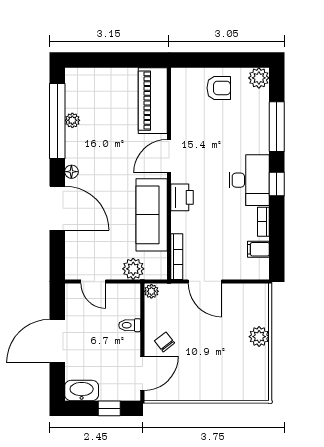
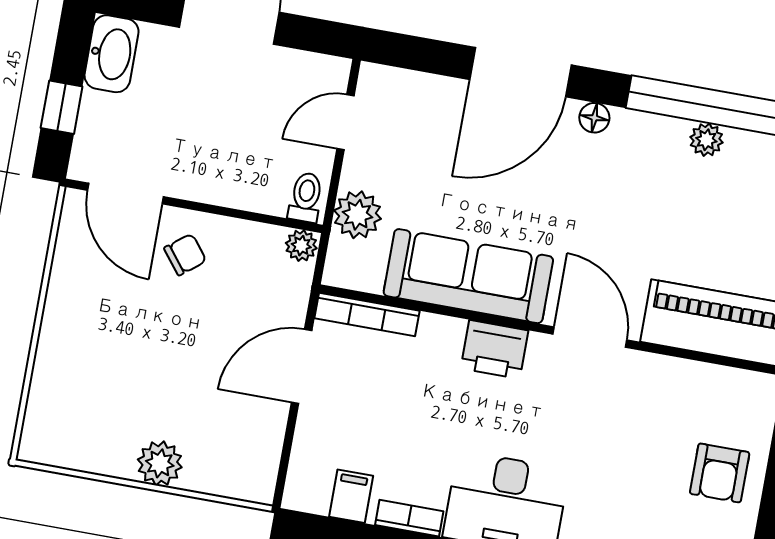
toilet: (130, 325) -> (306, 197), moved

